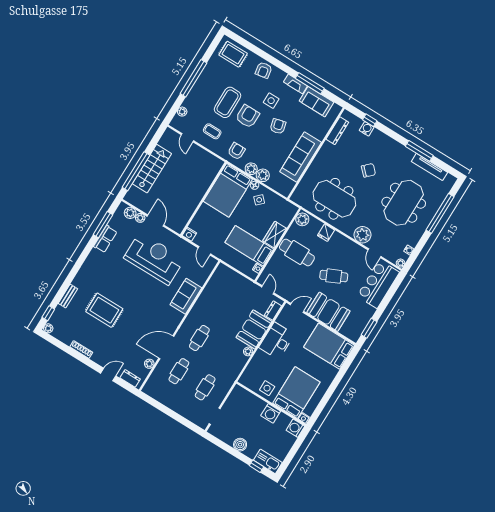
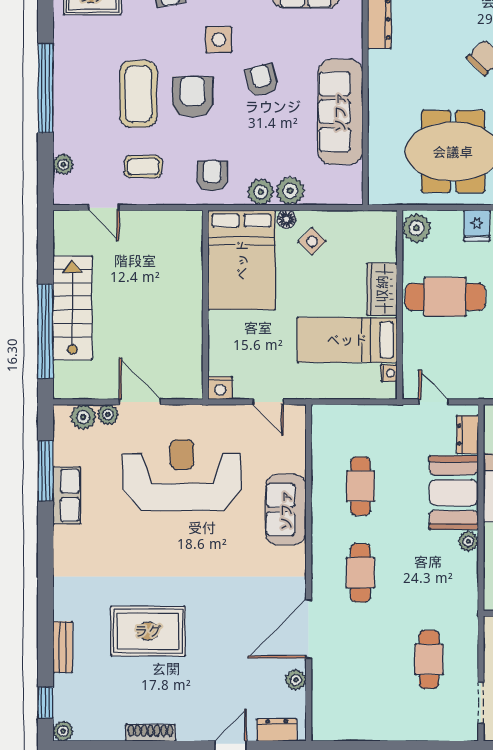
cafe table: (179, 371) -> (360, 486), moved

